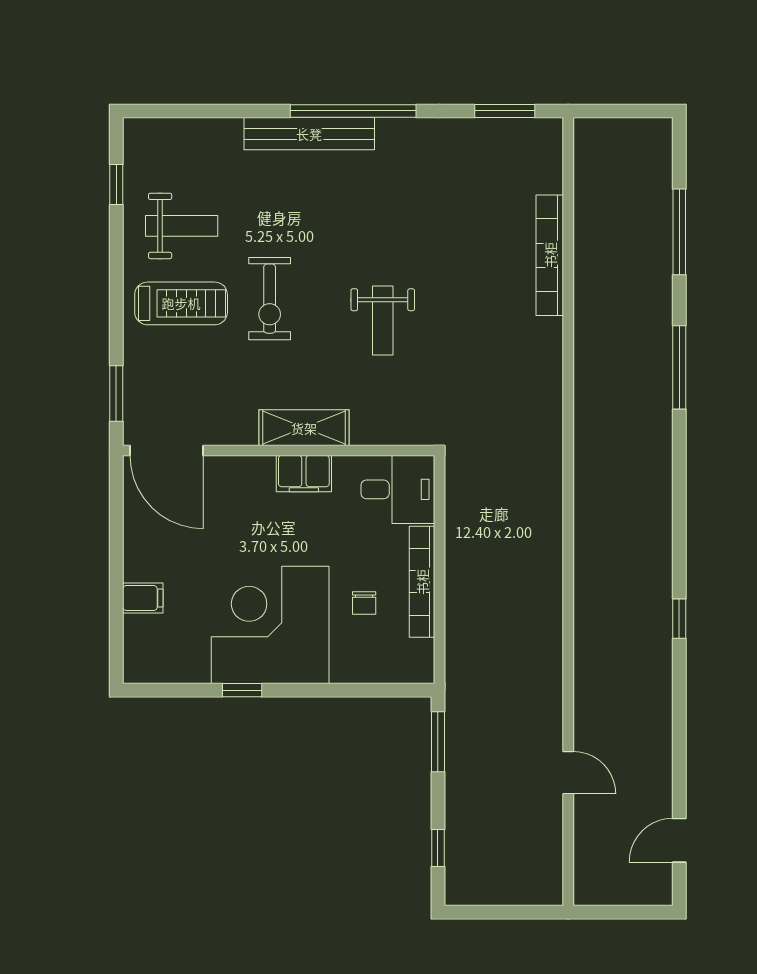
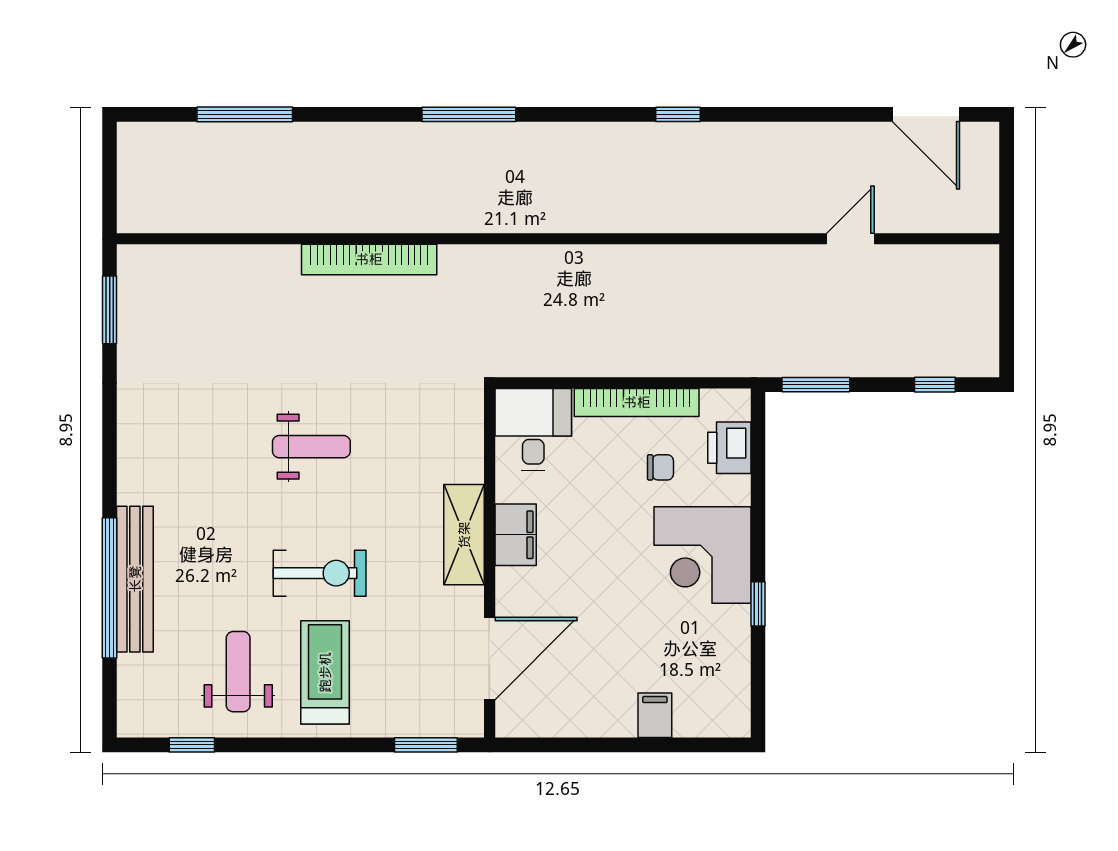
window: (353, 111) -> (110, 588), moved
bench: (309, 134) -> (135, 579), moved
bookcase: (550, 255) -> (369, 259), moved
weight bench: (383, 321) -> (311, 447), moved
window: (679, 367) -> (469, 114), moved
door: (167, 450) -> (490, 659), moved
corner desk: (270, 625) -> (702, 555), width x0.74, depth x0.74
printer: (382, 665) -> (729, 448), added
door: (679, 840) -> (926, 114), width x1.38

